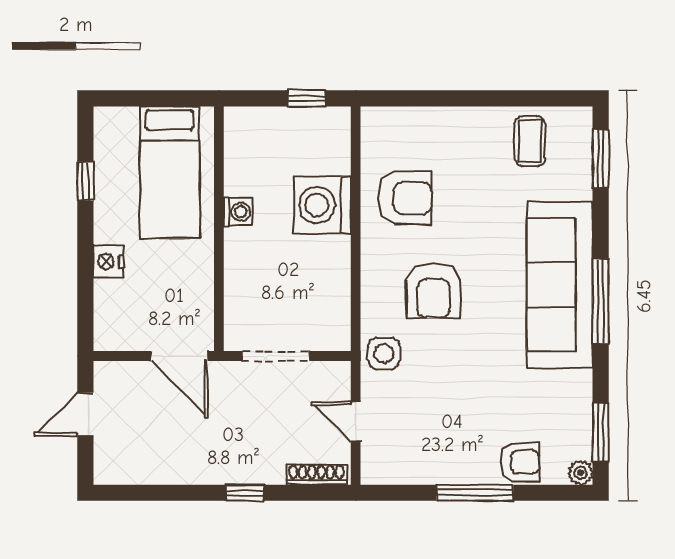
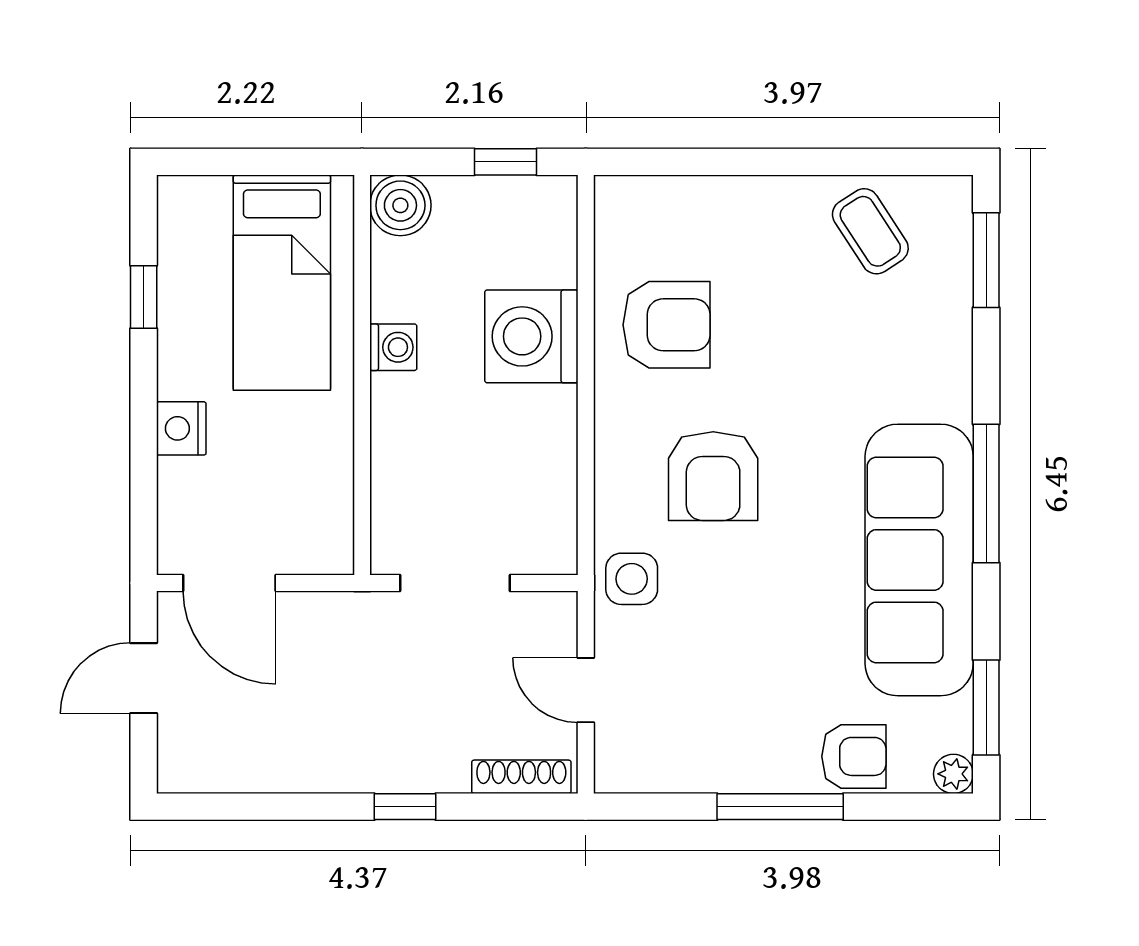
boiler: (242, 125) -> (400, 205), added
coffee table: (530, 141) -> (870, 231), turned -33
sofa: (560, 285) -> (919, 560), moved
door: (179, 356) -> (229, 583), moved

